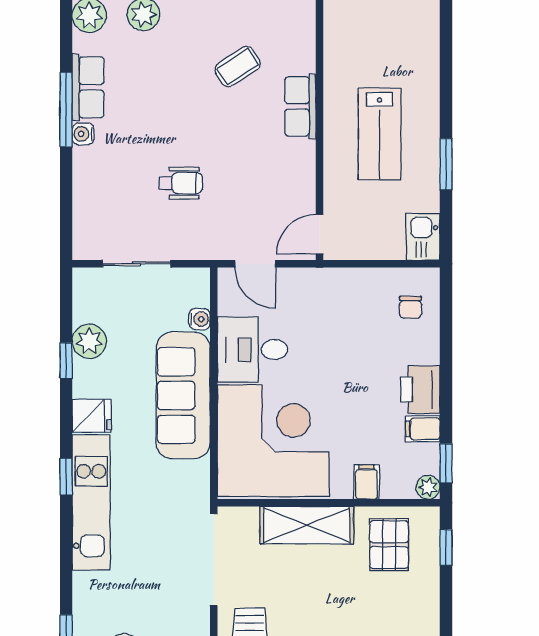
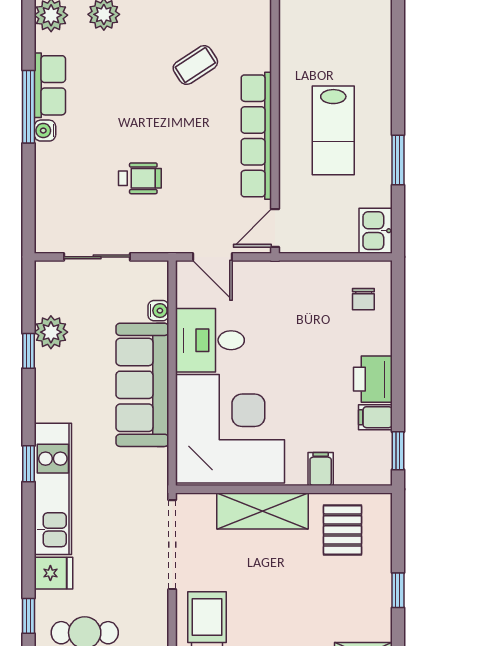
row of seats: (300, 106) -> (256, 136), width x2.02
fridge: (92, 416) -> (53, 573), moved
plant: (428, 487) -> (380, 474), removed
window: (446, 547) -> (398, 590), moved

